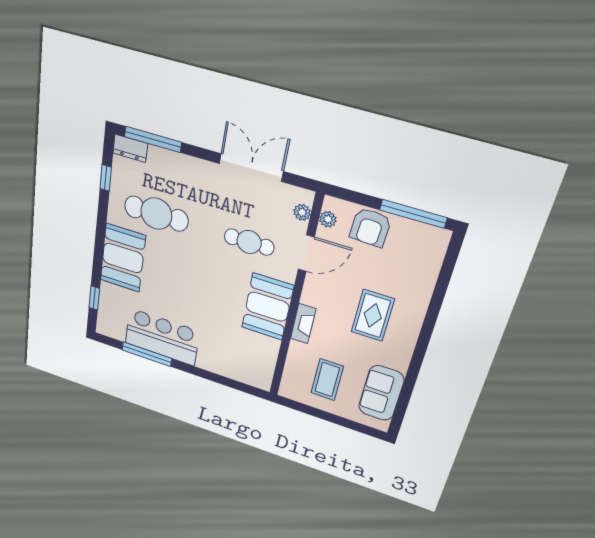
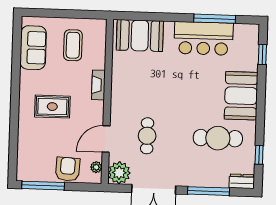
window: (153, 139) -> (209, 191), moved
plant: (302, 212) -> (119, 173), width x1.88, depth x1.88
cafe table: (249, 242) -> (147, 136), turned 90
booth: (267, 307) -> (140, 35), moved, turned 90
rug: (373, 316) -> (52, 107), turned 90

